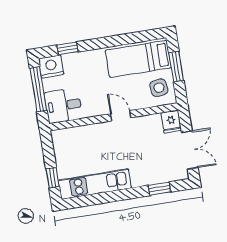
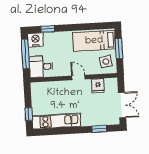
fridge: (171, 122) -> (98, 86), moved

